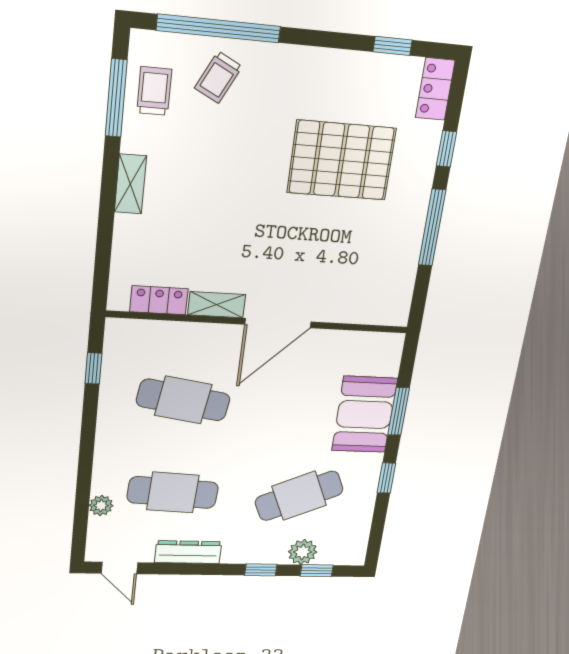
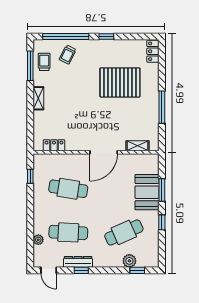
window: (393, 46) -> (106, 36), moved
window: (446, 149) -> (162, 74), removed
shelving: (217, 305) -> (138, 146), moved
window: (261, 570) -> (81, 270), moved

